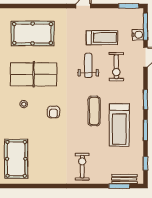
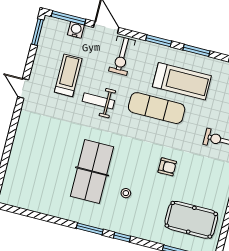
pool table: (33, 33) -> (41, 160), removed
exercise bike: (116, 67) -> (122, 56), moved, turned 90
exercise mat: (94, 111) -> (157, 108), width x1.36, depth x1.45
armchair: (53, 112) -> (167, 167), moved

